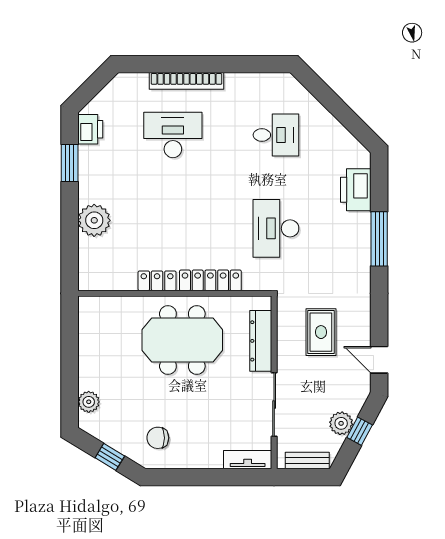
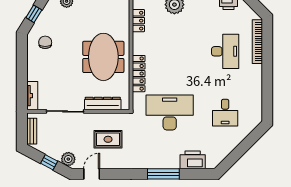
bookcase: (186, 81) -> (257, 42), moved
desk: (276, 228) -> (170, 113), width x1.36, depth x1.30
locker: (157, 281) -> (138, 21), moved
plant: (341, 423) -> (68, 159), moved

